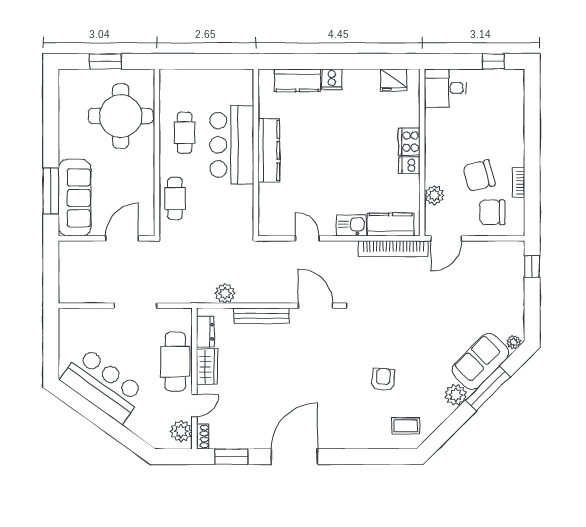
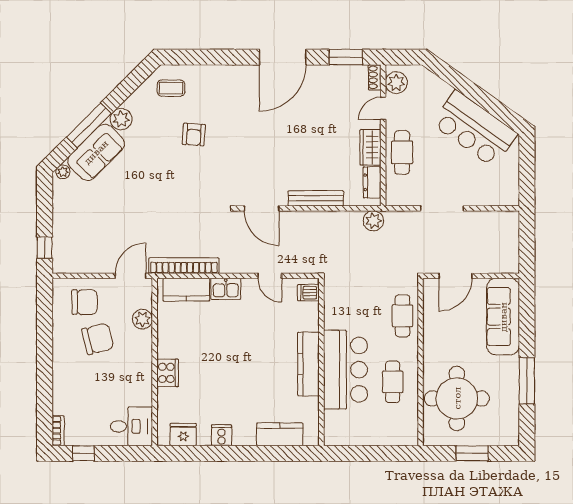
cooker: (332, 79) -> (222, 435), moved
dishwasher: (409, 165) -> (308, 293), moved, turned 180
bookcase: (519, 183) -> (58, 431), moved
window: (51, 191) -> (527, 381), moved
plant: (225, 293) -> (373, 221), moved
cafe table: (175, 362) -> (402, 152), width x0.73, depth x0.74

